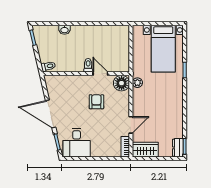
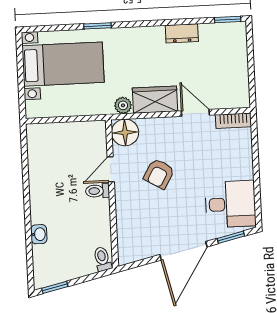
armchair: (96, 102) -> (159, 174), turned -60
dresser: (178, 148) -> (182, 33), moved
wardrobe: (145, 150) -> (155, 100), moved, turned 90

